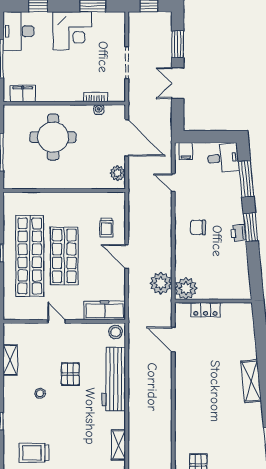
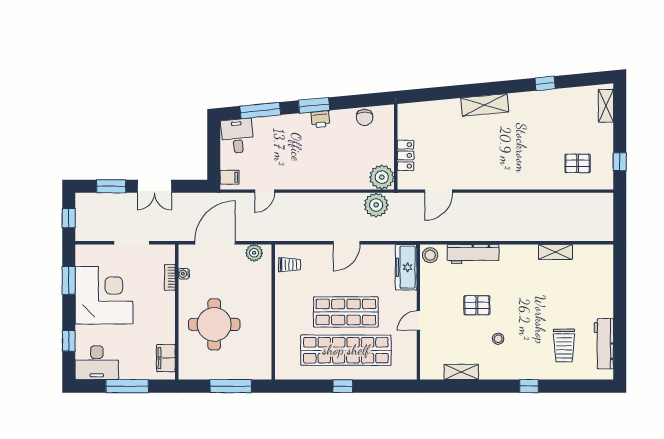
corner desk: (72, 31) -> (104, 295), width x1.36, depth x1.36
trolley: (106, 227) -> (289, 265), moved
chair: (198, 227) -> (365, 117), moved
workbench: (114, 379) -> (473, 254), width x0.73, depth x0.76

